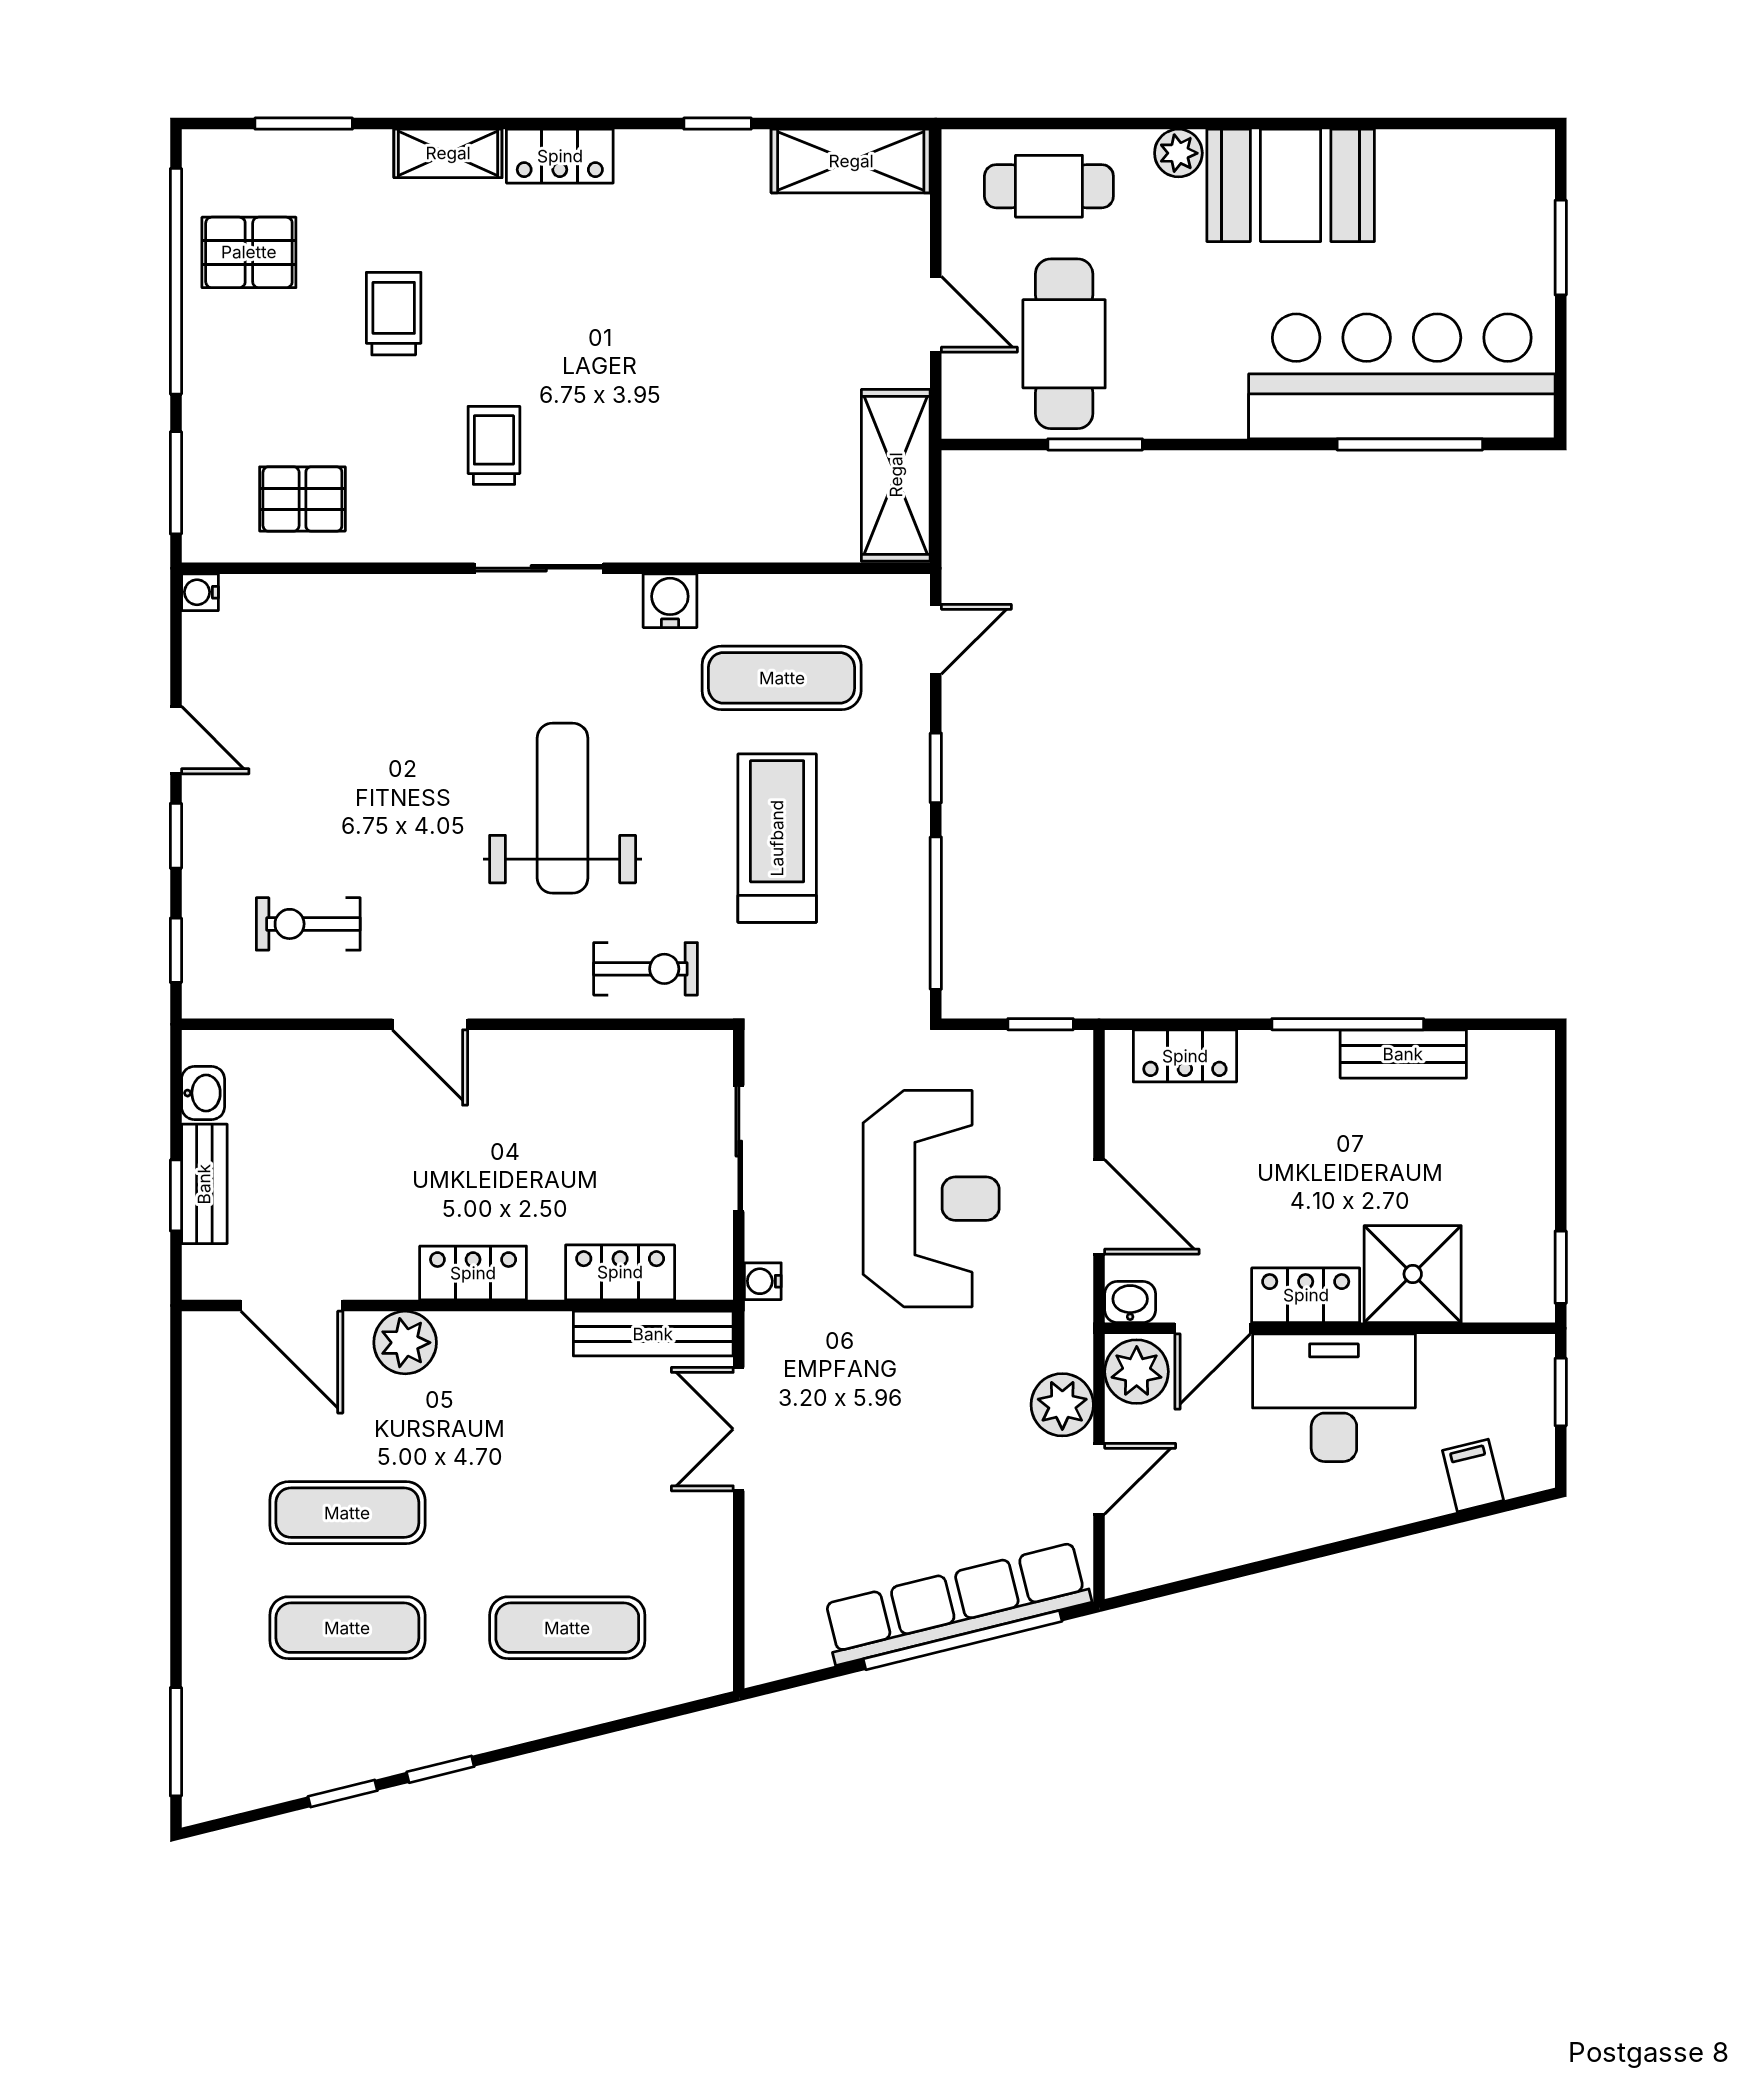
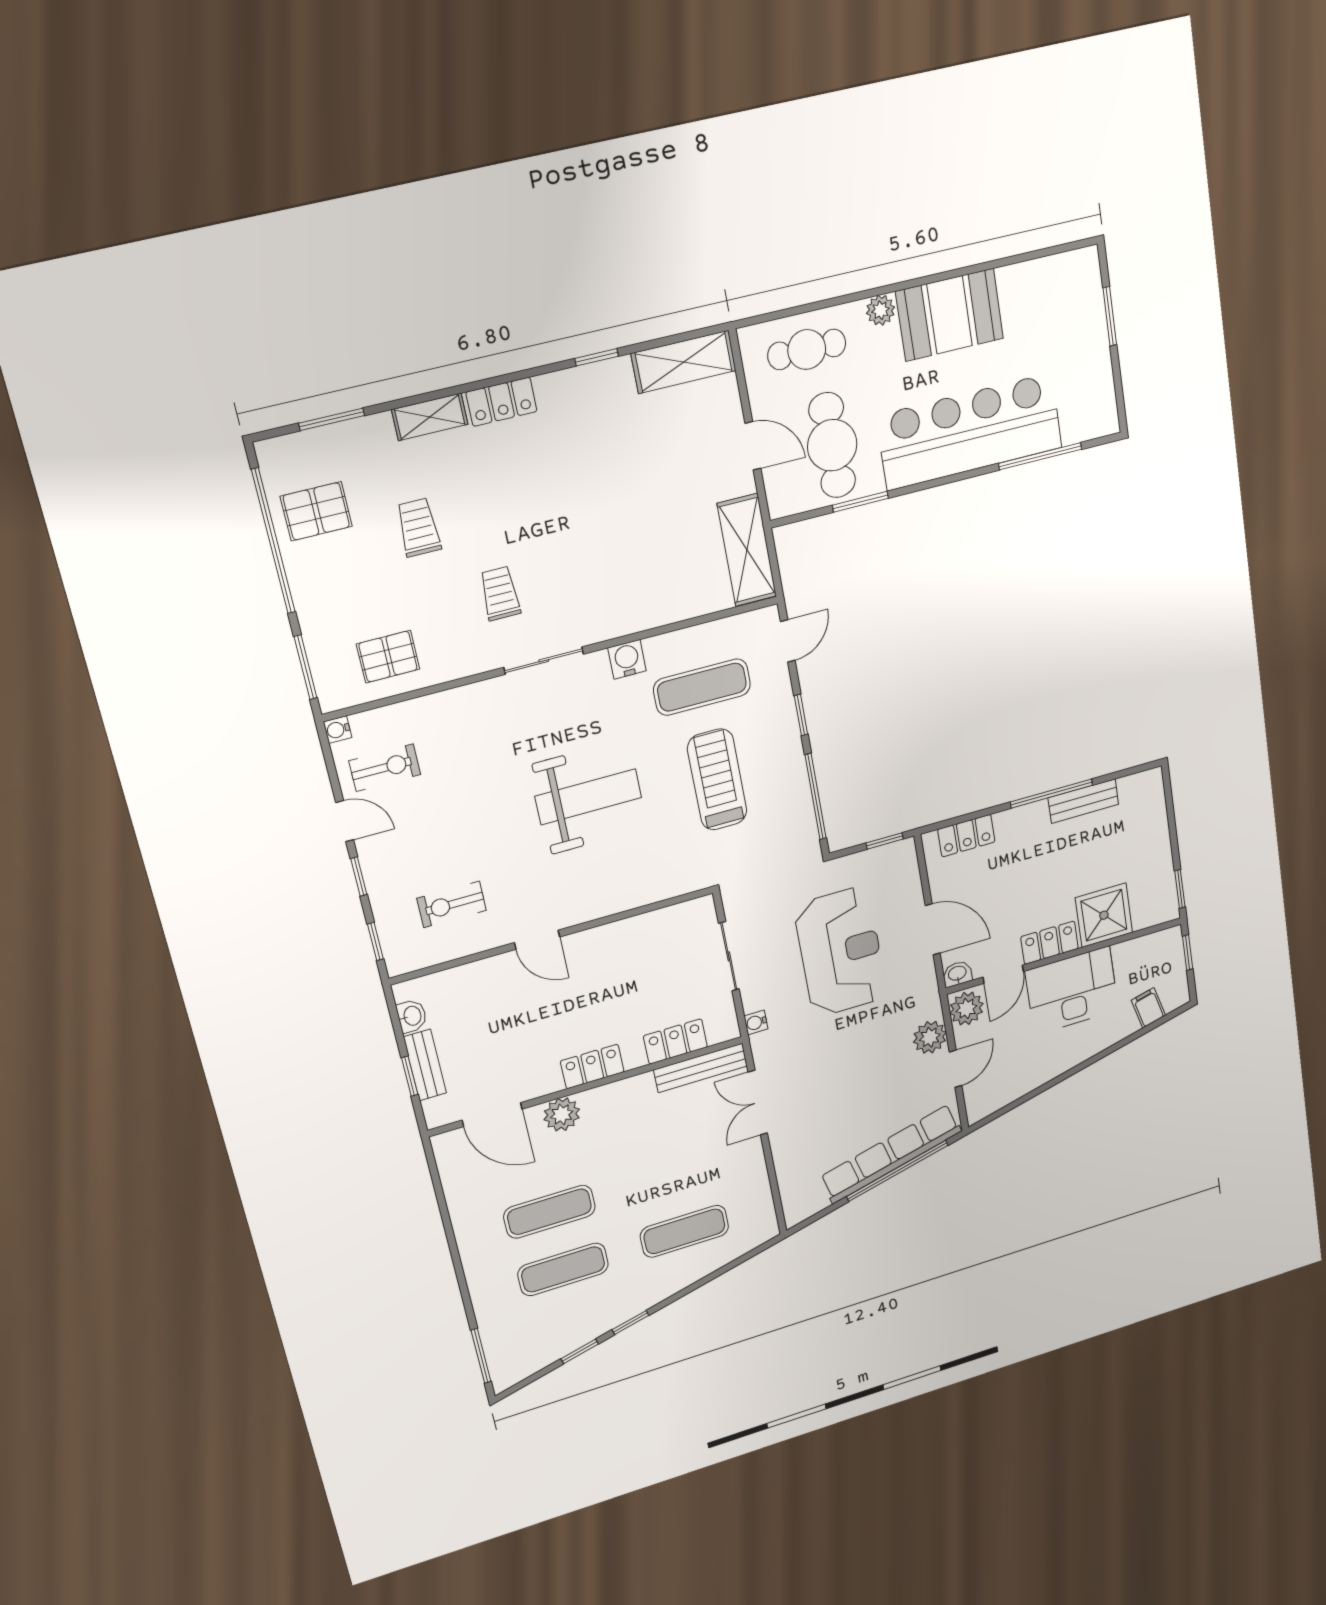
bar counter: (1402, 376) -> (970, 432), moved
weight bench: (563, 808) -> (588, 797), turned 90
exercise bike: (646, 969) -> (385, 768), moved

